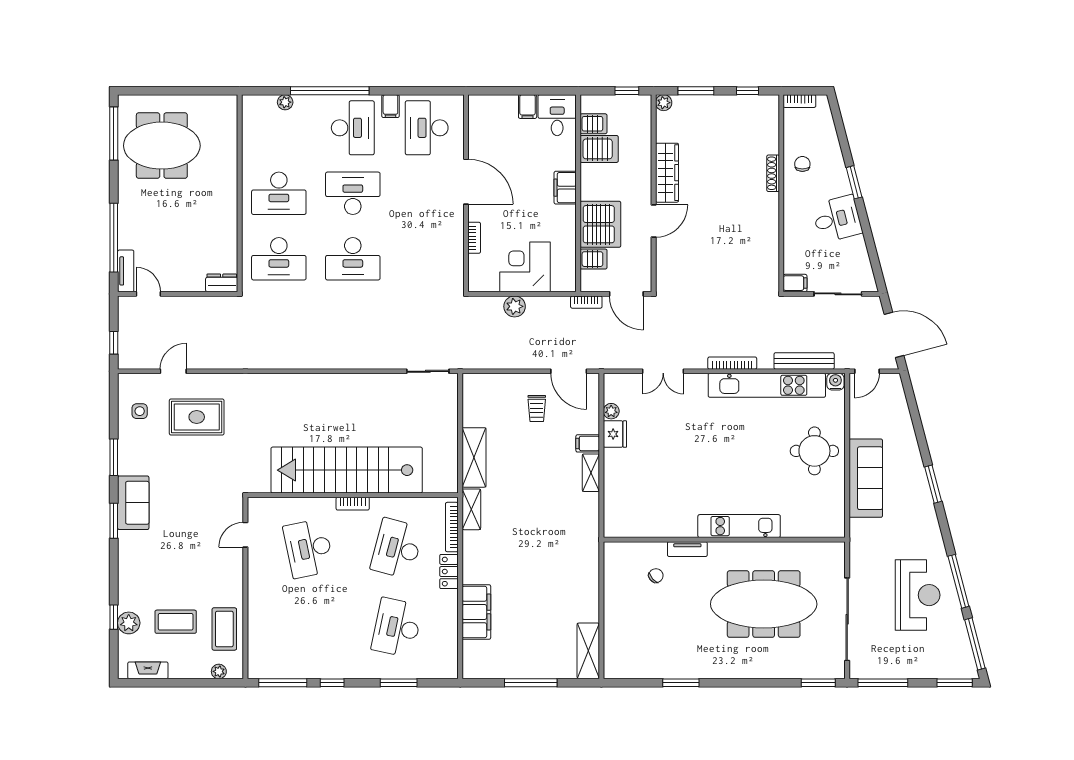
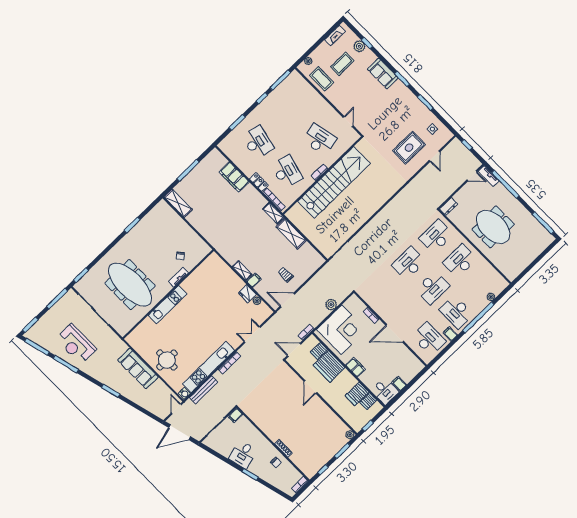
meeting table: (162, 146) -> (493, 227), moved, turned 90
wardrobe: (667, 173) -> (323, 410), removed
corner desk: (525, 267) -> (342, 330), width x1.36, depth x1.36
sofa: (133, 503) -> (383, 74), moved
meeting table: (764, 604) -> (130, 285), turned 90

